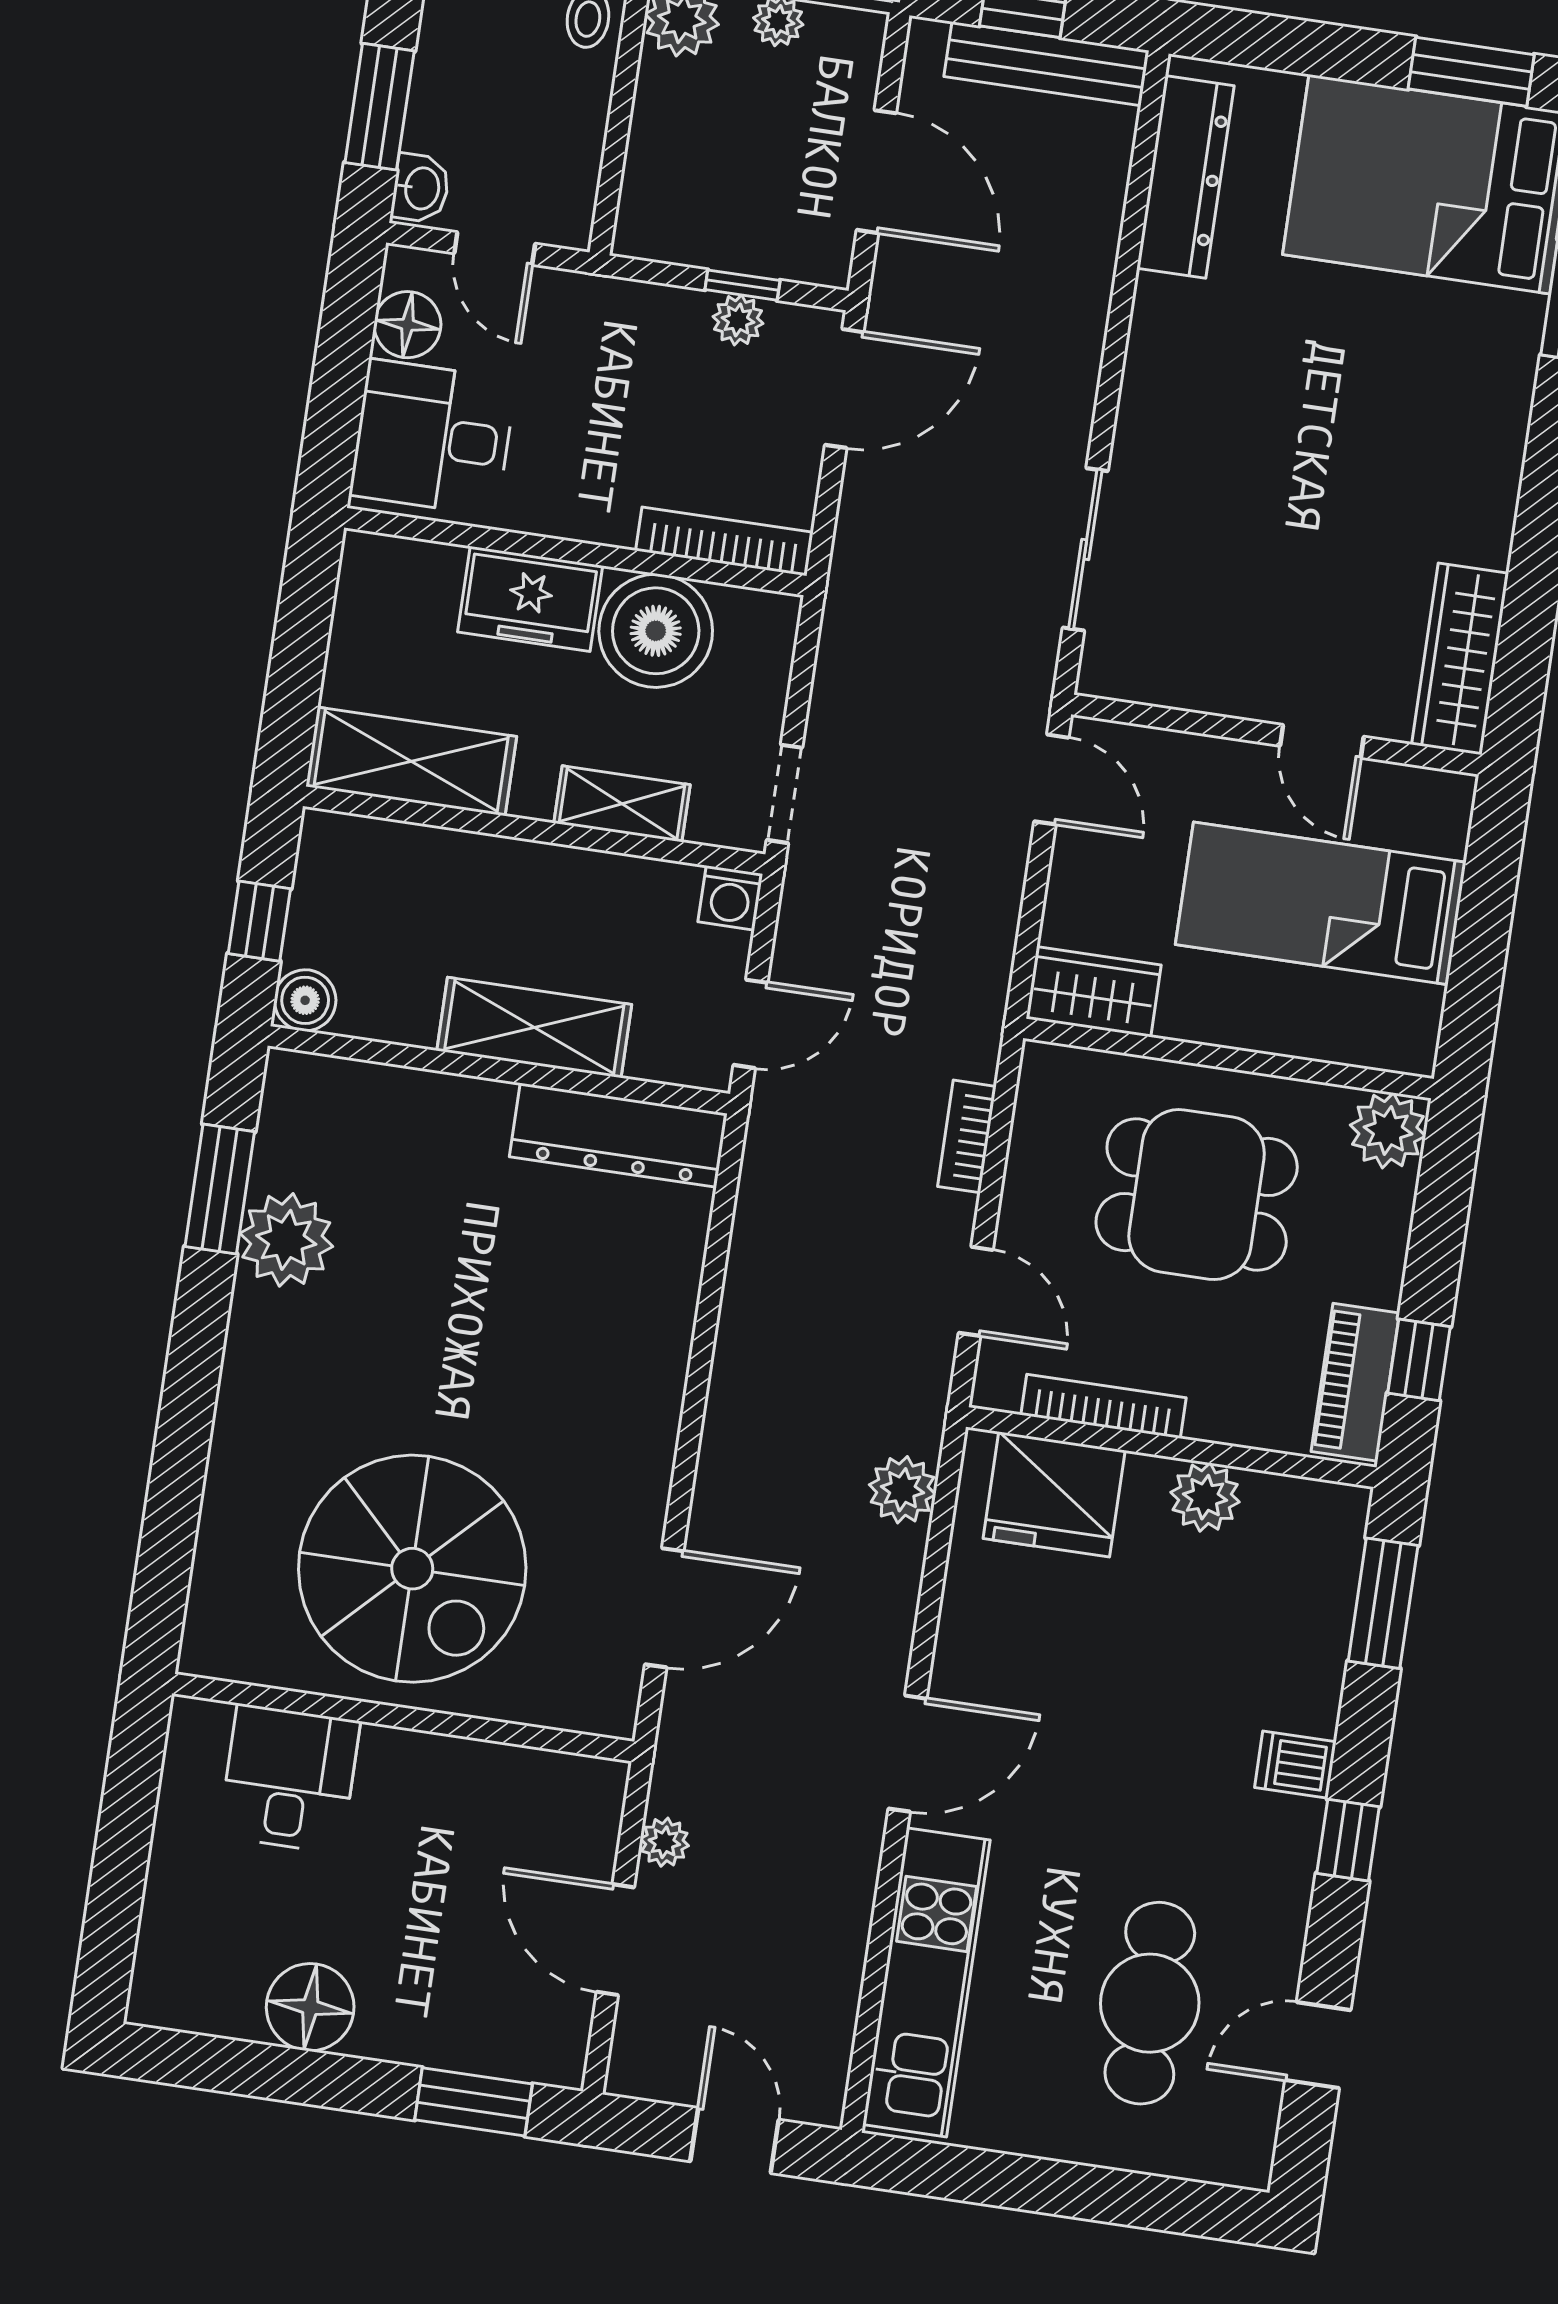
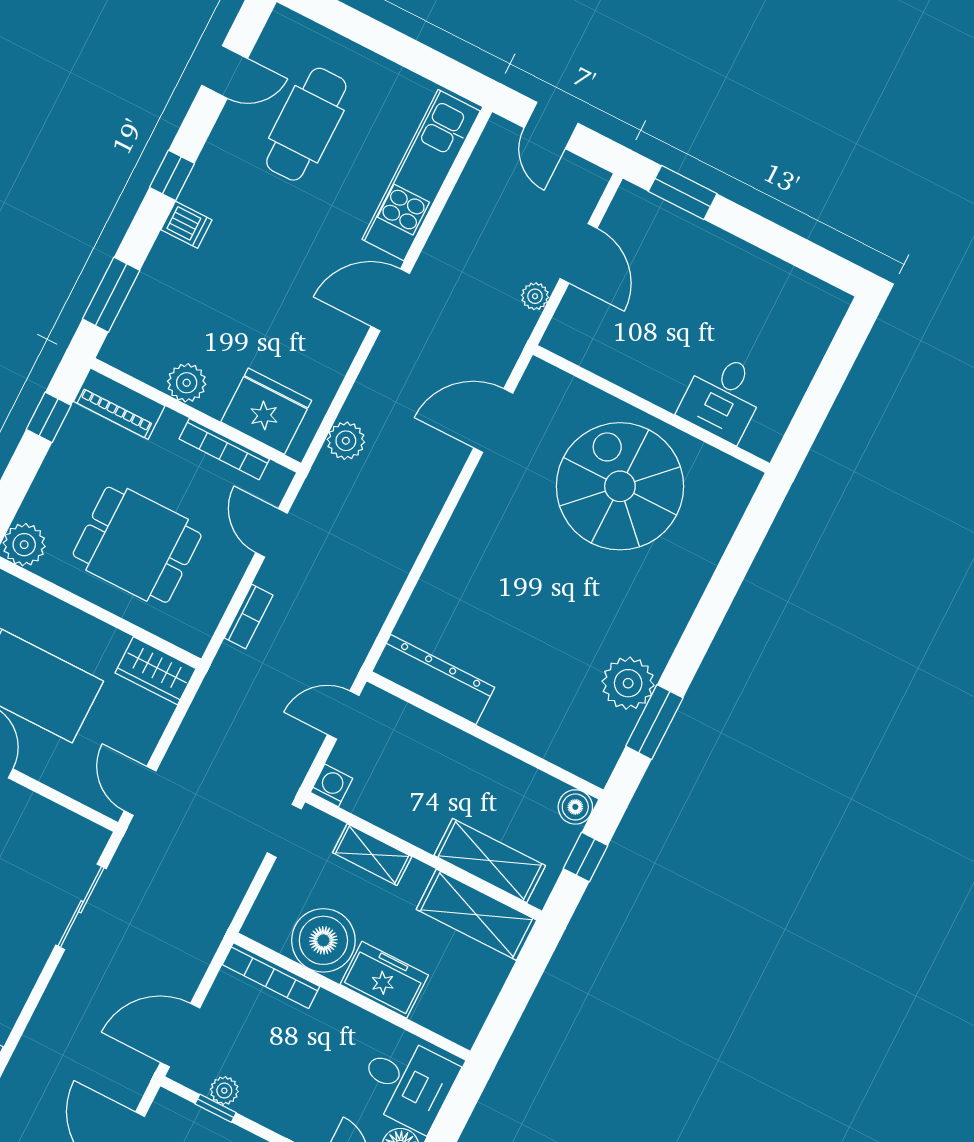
shelving: (534, 1028) -> (490, 860), moved
piano: (1355, 1382) -> (119, 404), moved, turned 90
floor lamp: (310, 2007) -> (752, 272), removed

